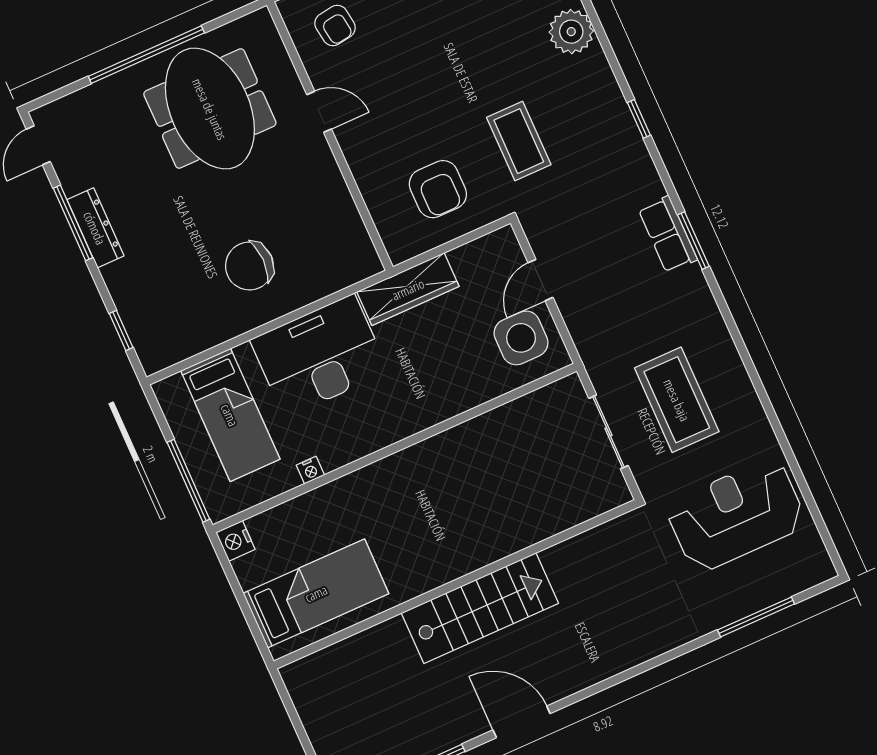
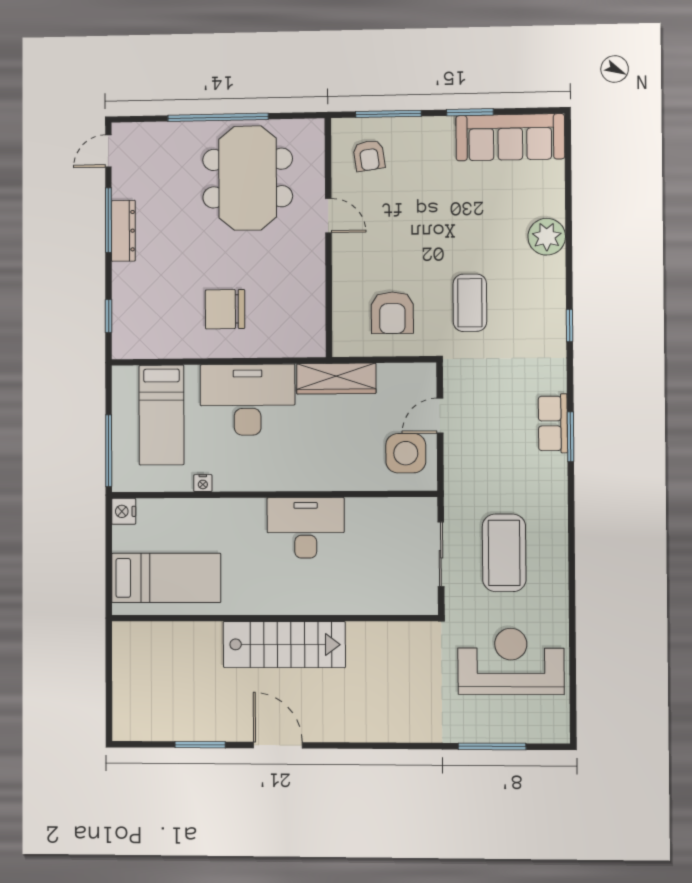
desk: (447, 469) -> (306, 528), added

